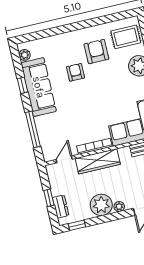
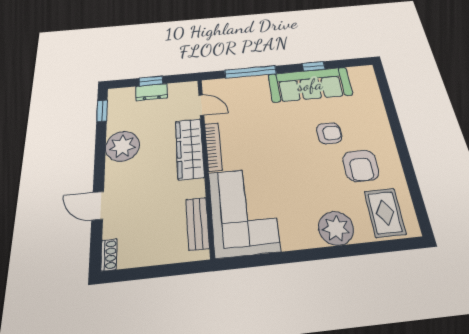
armchair: (96, 52) -> (361, 166), turned 90
plant: (25, 55) -> (357, 73), removed
dresser: (61, 207) -> (152, 92), moved
plant: (119, 207) -> (113, 171), removed

